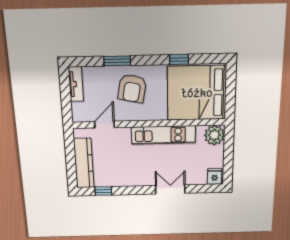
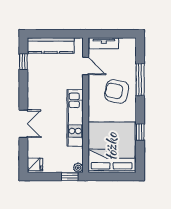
window: (117, 61) -> (140, 80), width x1.44
tv unit: (76, 84) -> (104, 43), moved
plant: (214, 135) -> (78, 168), width x0.53, depth x0.53
window: (229, 139) -> (70, 176), added

